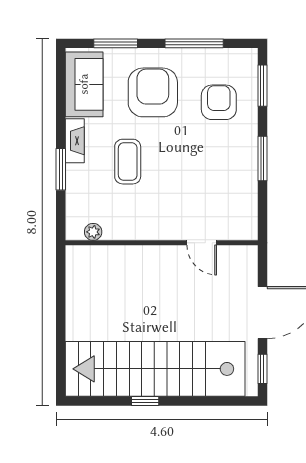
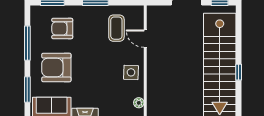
coffee table: (128, 162) -> (116, 28), moved, turned 90
side table: (145, 219) -> (131, 72), added
door: (202, 243) -> (145, 39), swing flipped

